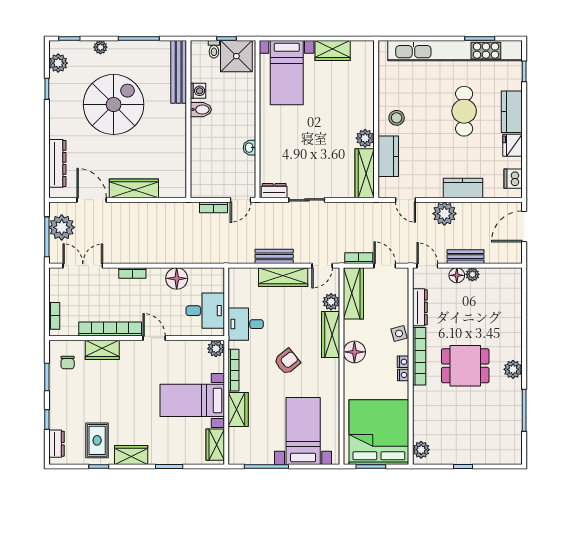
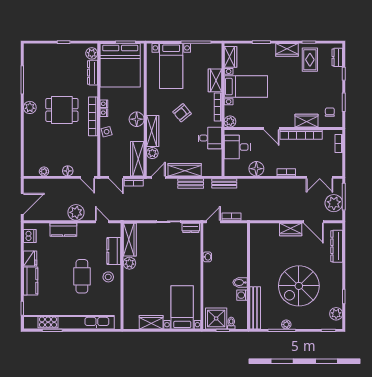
plant: (100, 47) -> (286, 324), moved
cafe table: (464, 111) -> (82, 276), moved
wardrobe: (134, 188) -> (291, 229), width x0.67
bench: (466, 257) -> (224, 183), moved
plant: (472, 274) -> (44, 171), moved
dresser: (420, 307) -> (93, 73), moved

